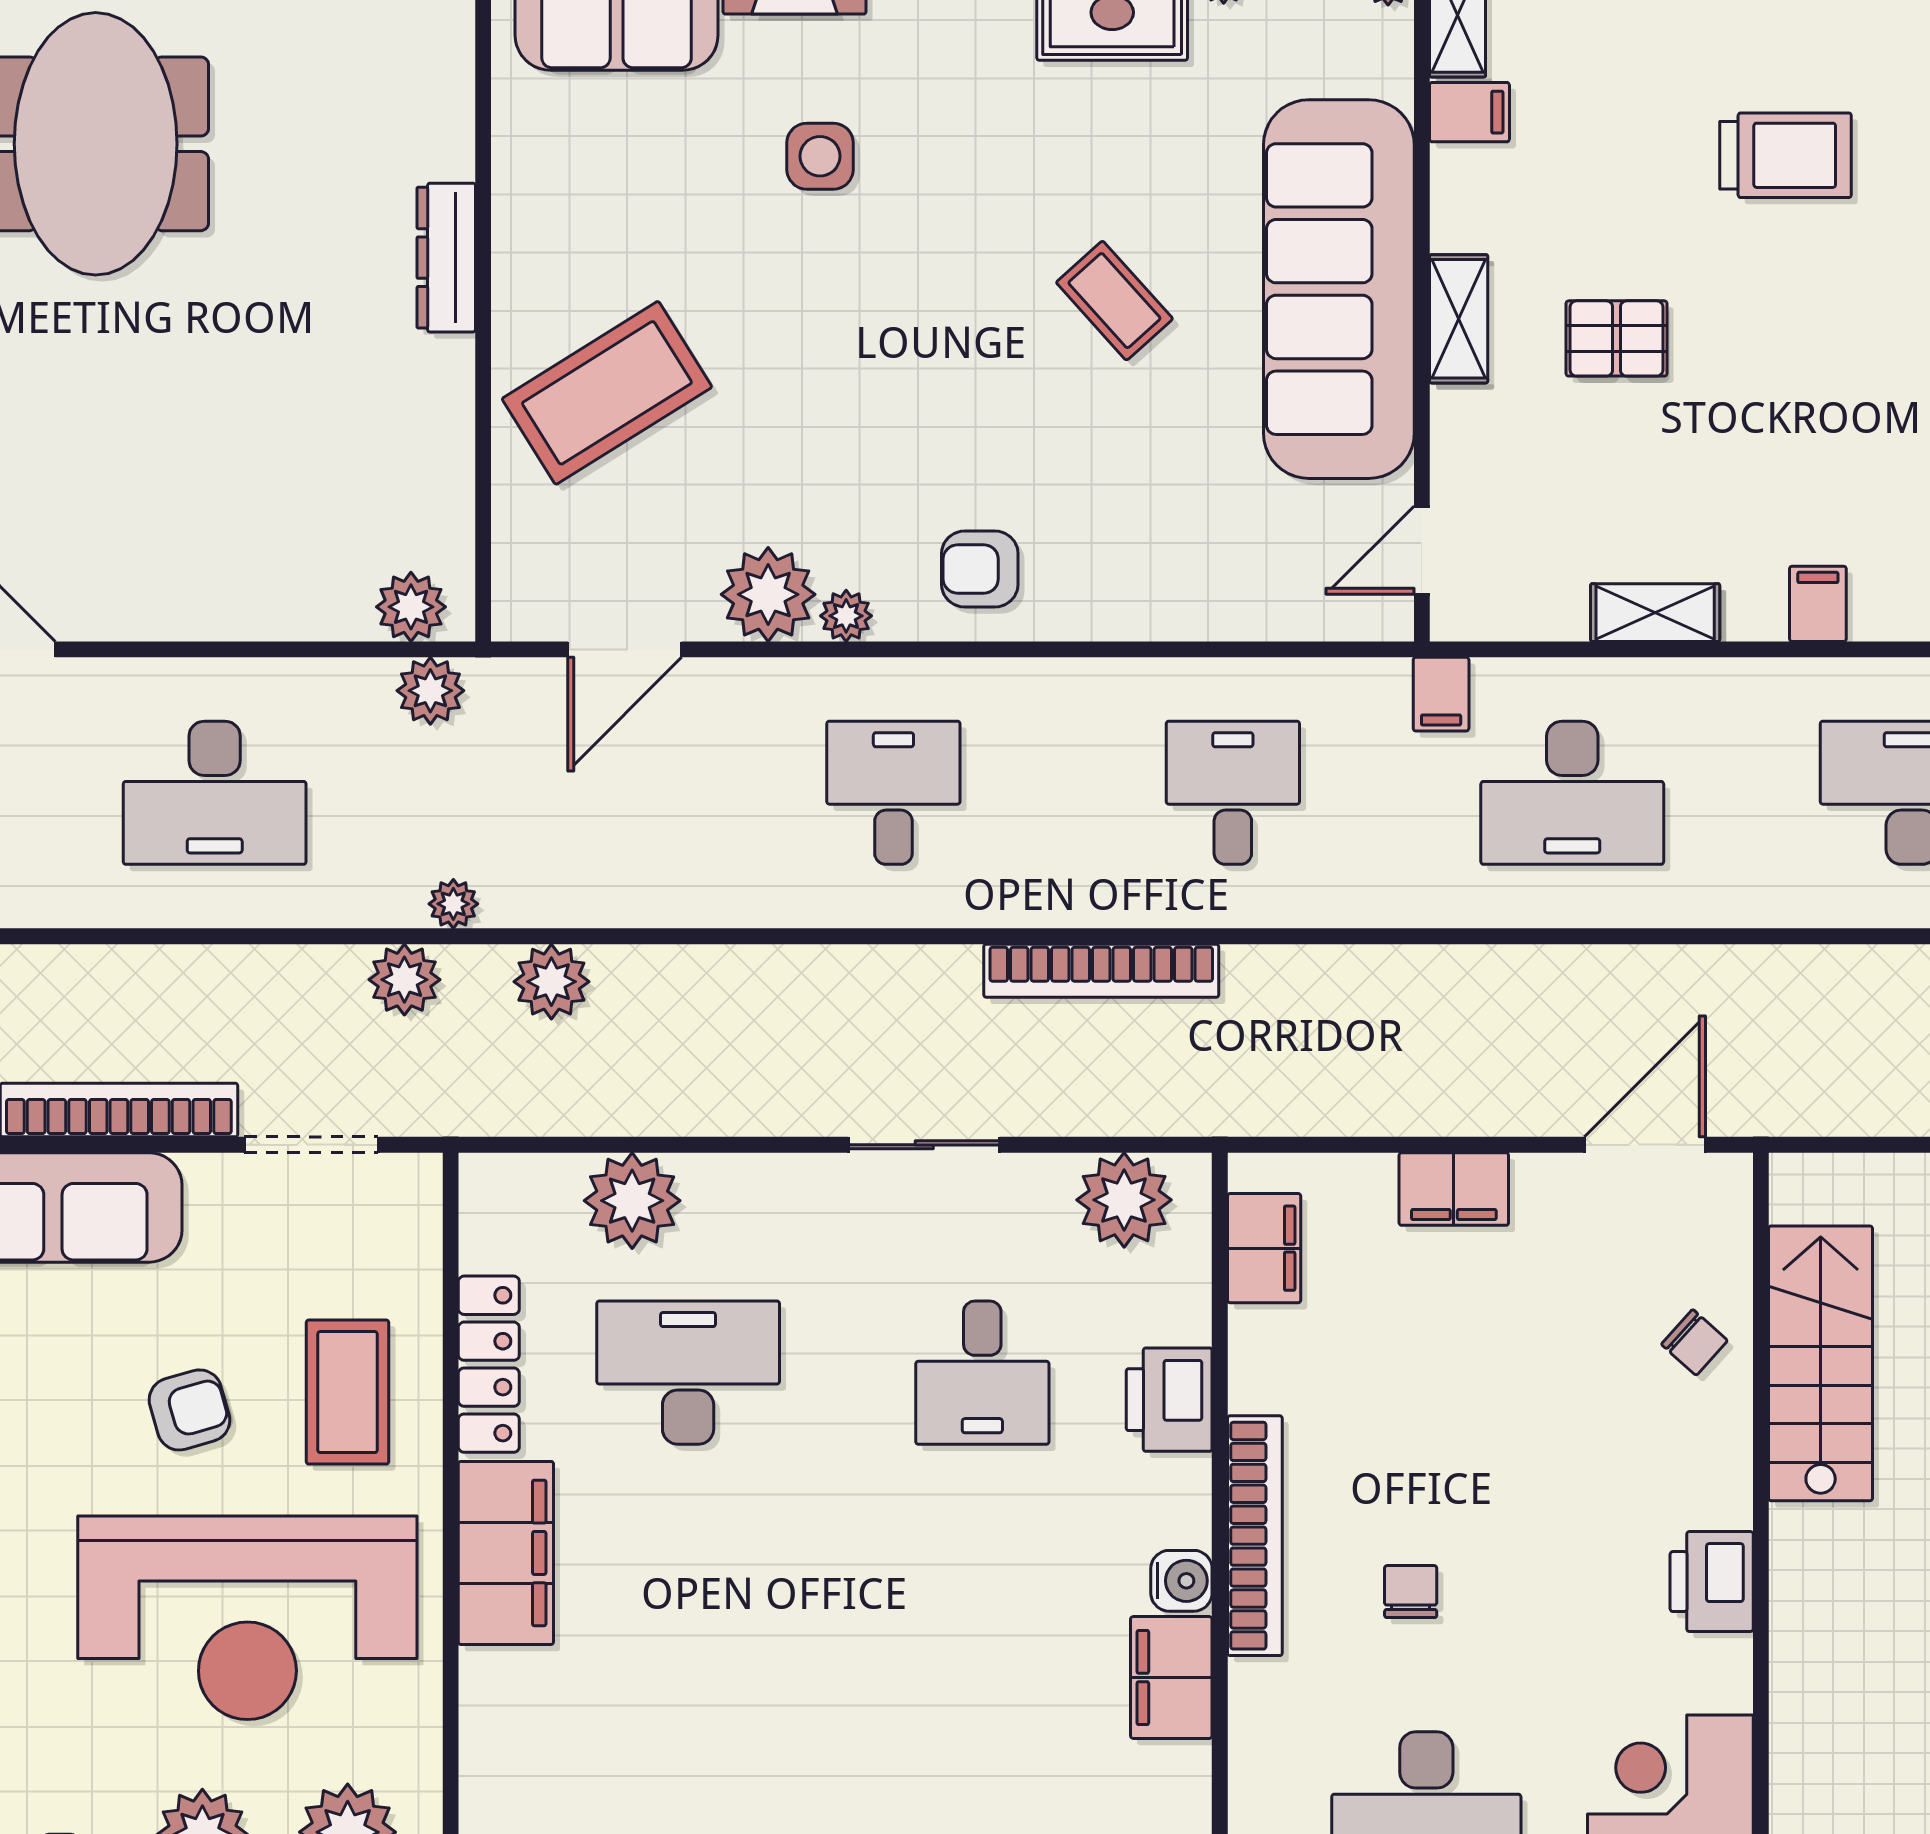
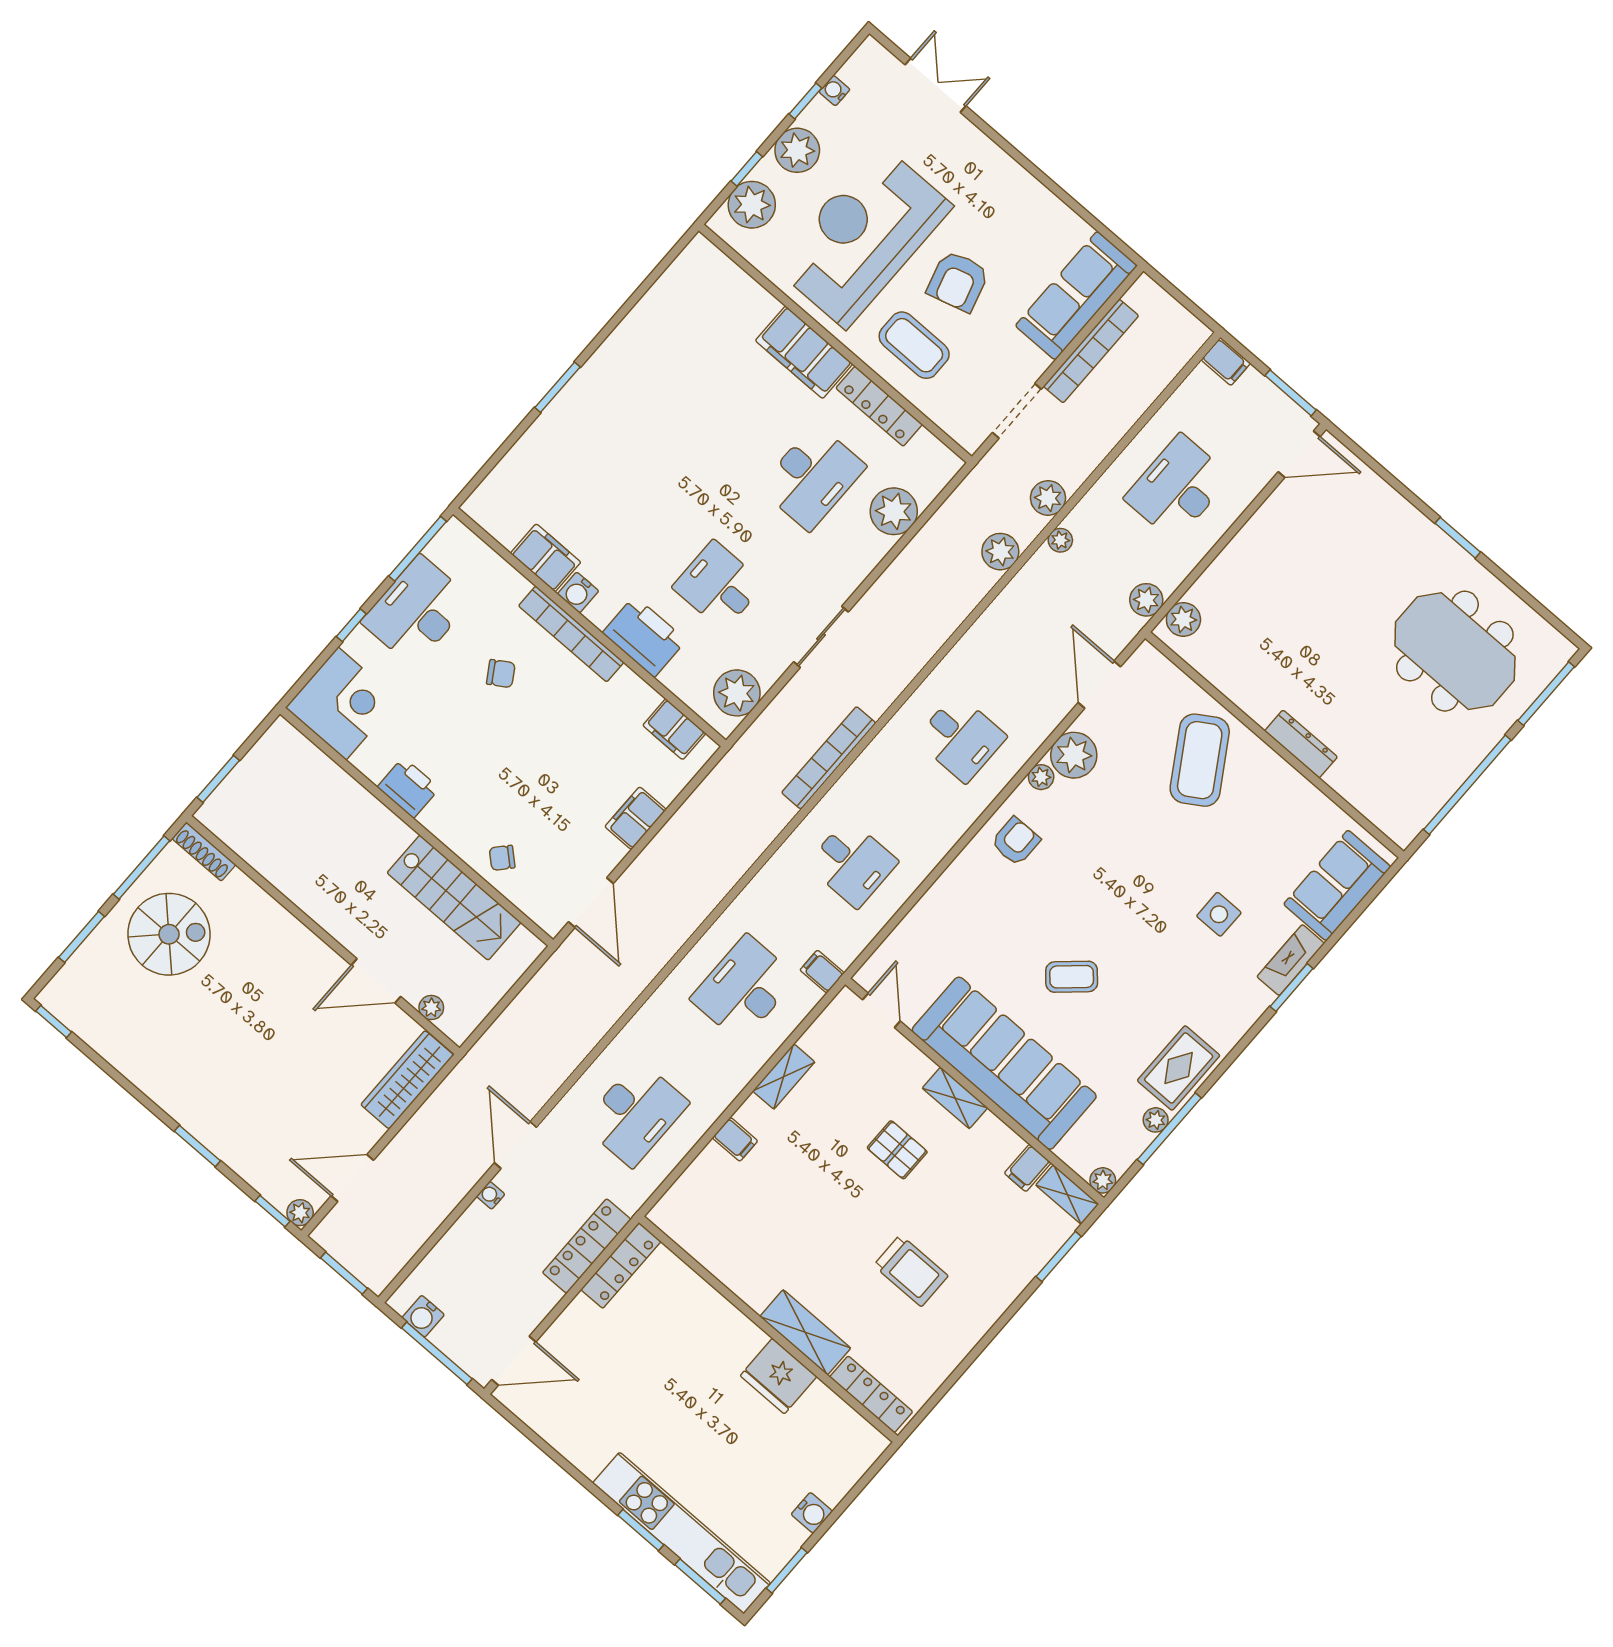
trolley: (1785, 155) -> (911, 1271), turned -90
pallet: (1617, 338) -> (897, 1150), turned 90
printer: (1169, 1400) -> (644, 637), width x1.37, depth x1.19
armchair: (189, 1410) -> (958, 281), width x1.38, depth x1.38
chair: (1411, 1592) -> (501, 674), turned -32

